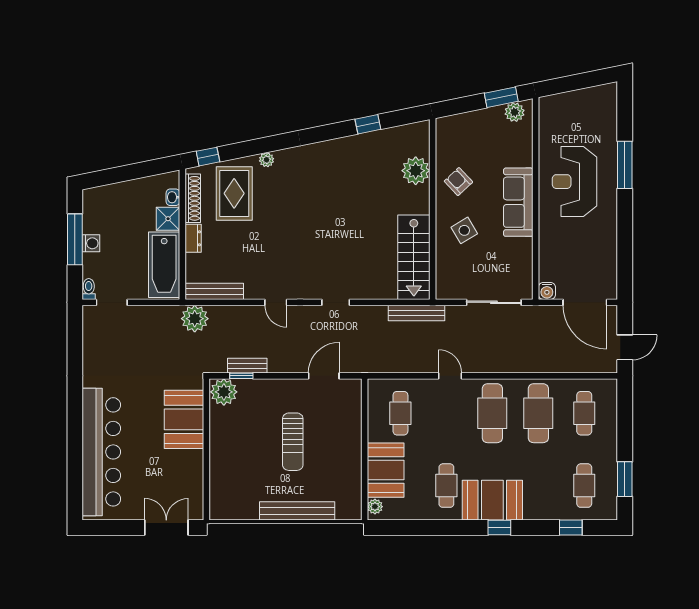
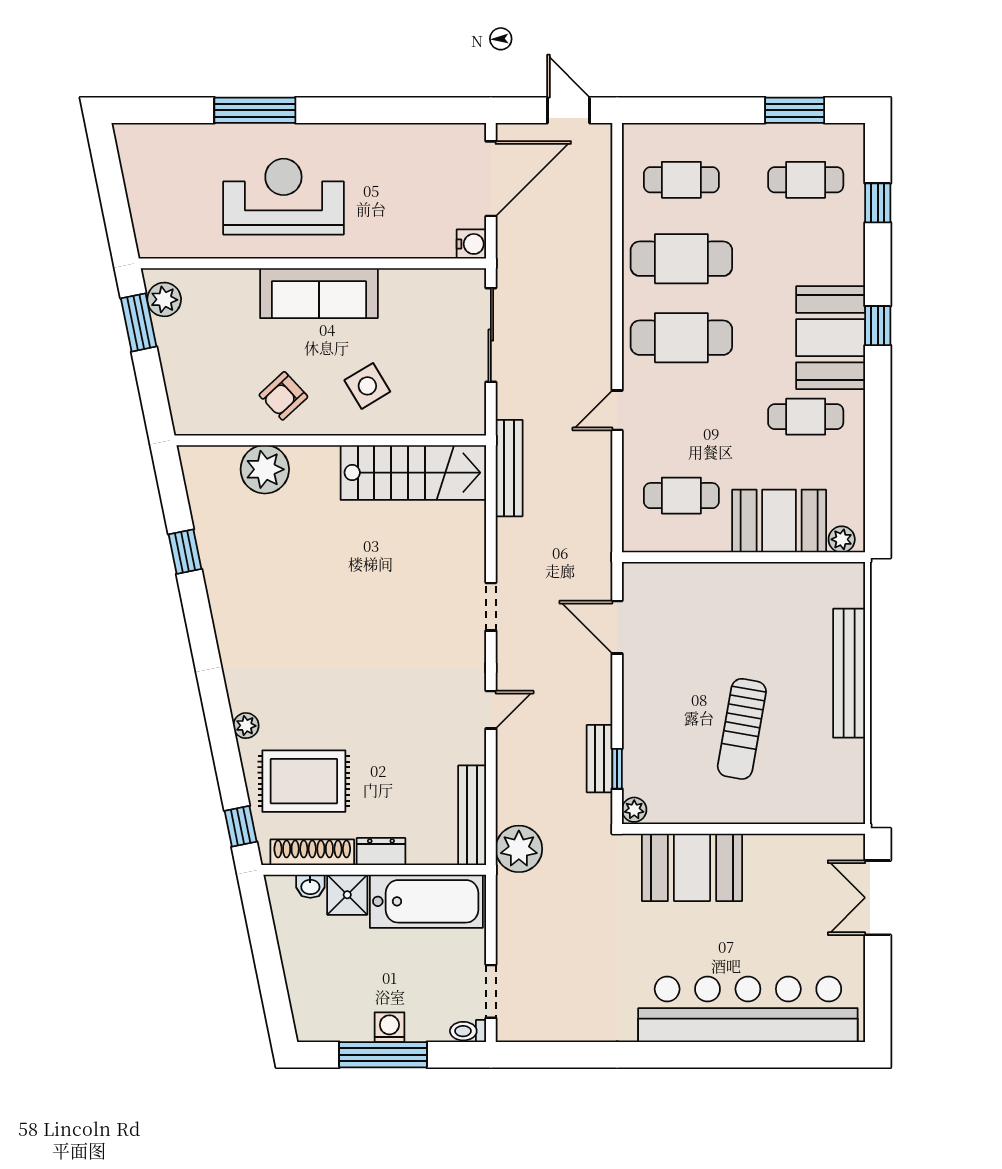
reception desk: (574, 182) -> (283, 197), turned 180
plant: (224, 392) -> (634, 810), width x0.53, depth x0.53
sun lounger: (293, 442) -> (742, 729), moved, turned 100

